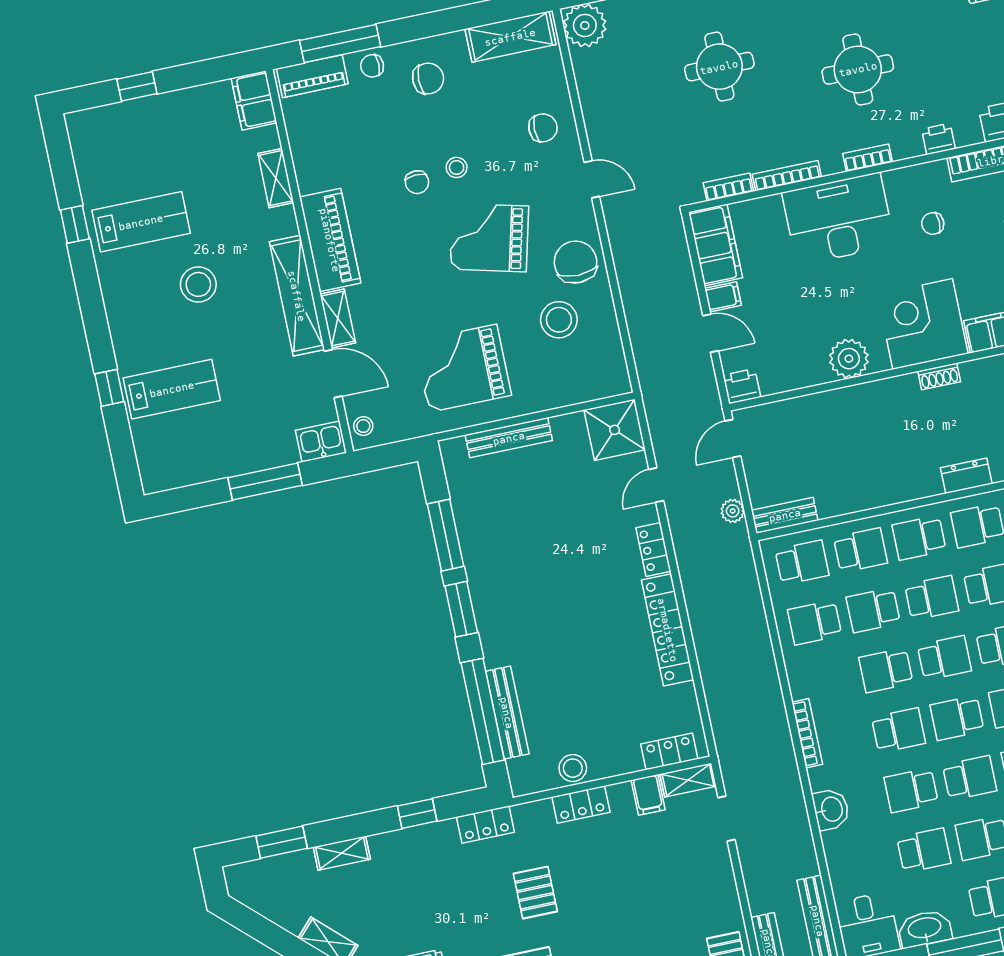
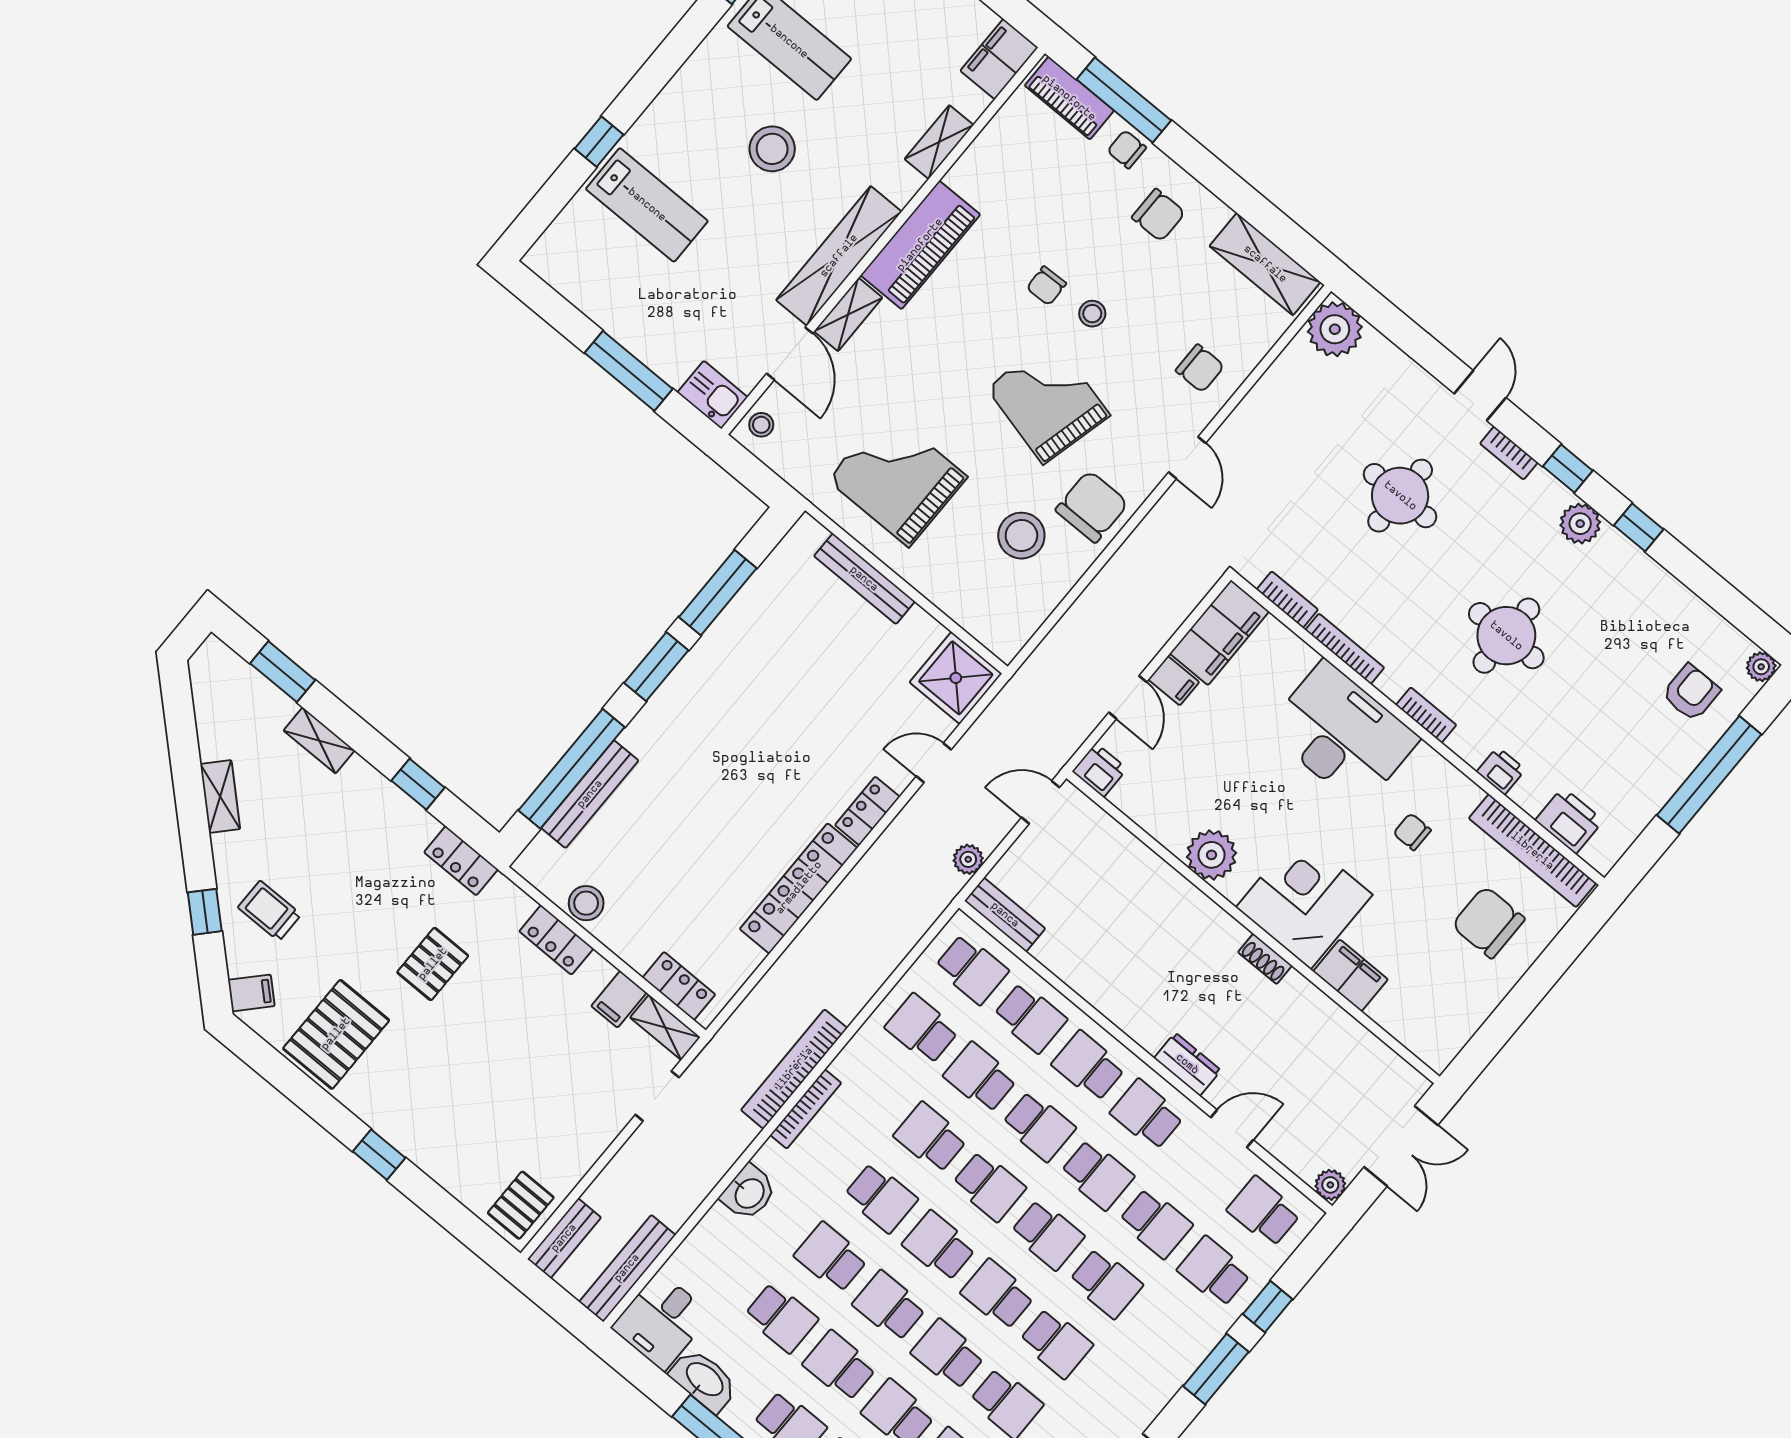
bookcase: (777, 721) -> (794, 1069), added
school desk: (970, 778) -> (889, 1306), turned 180

